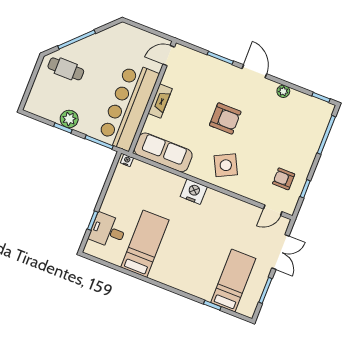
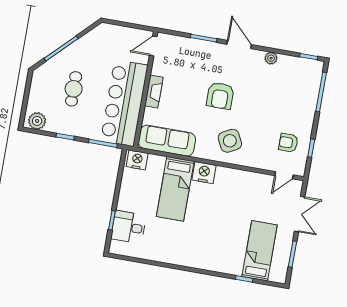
cafe table: (66, 69) -> (74, 89), moved, turned 90
armchair: (225, 118) -> (220, 96), turned 90
plant: (69, 119) -> (37, 121), moved
nightstand: (127, 160) -> (137, 160), width x1.89, depth x1.79
bed: (145, 244) -> (175, 189), moved, turned 180

